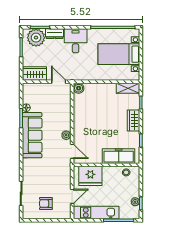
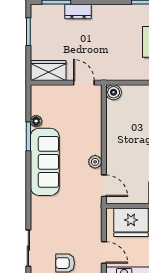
plant: (36, 38) -> (50, 17), removed
desk: (76, 41) -> (109, 22), removed
door: (72, 196) -> (104, 253), hinge flipped

